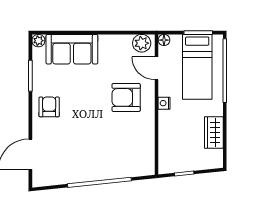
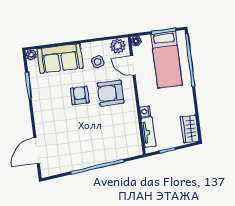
side table: (116, 59) -> (98, 62), added
nightstand: (164, 103) -> (145, 111), moved
armchair: (49, 107) -> (80, 96), moved
wardrobe: (214, 133) -> (190, 129), moved
tv unit: (165, 150) -> (149, 132), added

